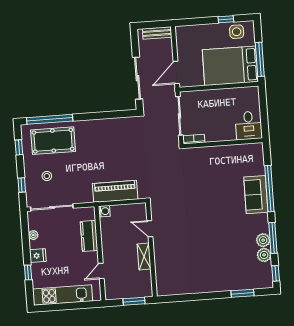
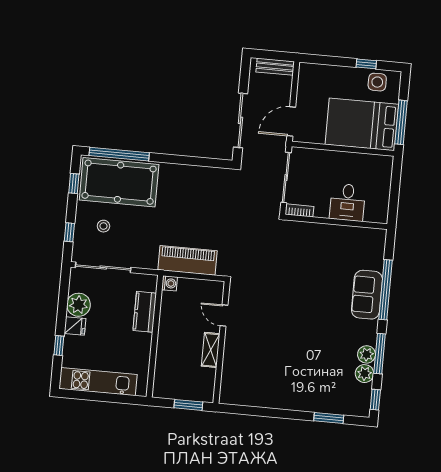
desk: (249, 125) -> (347, 202), moved
pool table: (53, 141) -> (119, 182), width x1.36, depth x1.32
plant: (33, 235) -> (79, 305), width x1.87, depth x1.87
door: (101, 271) -> (153, 359), removed

